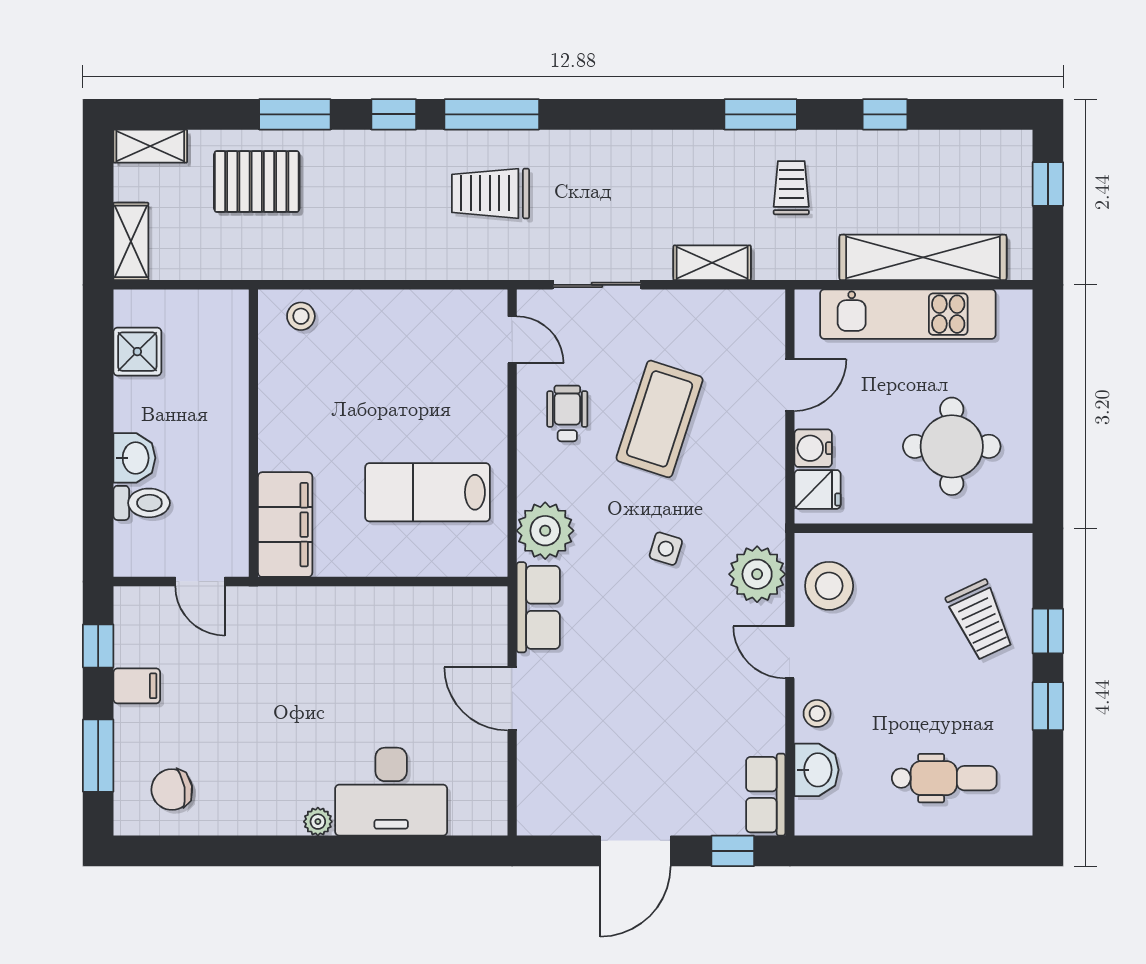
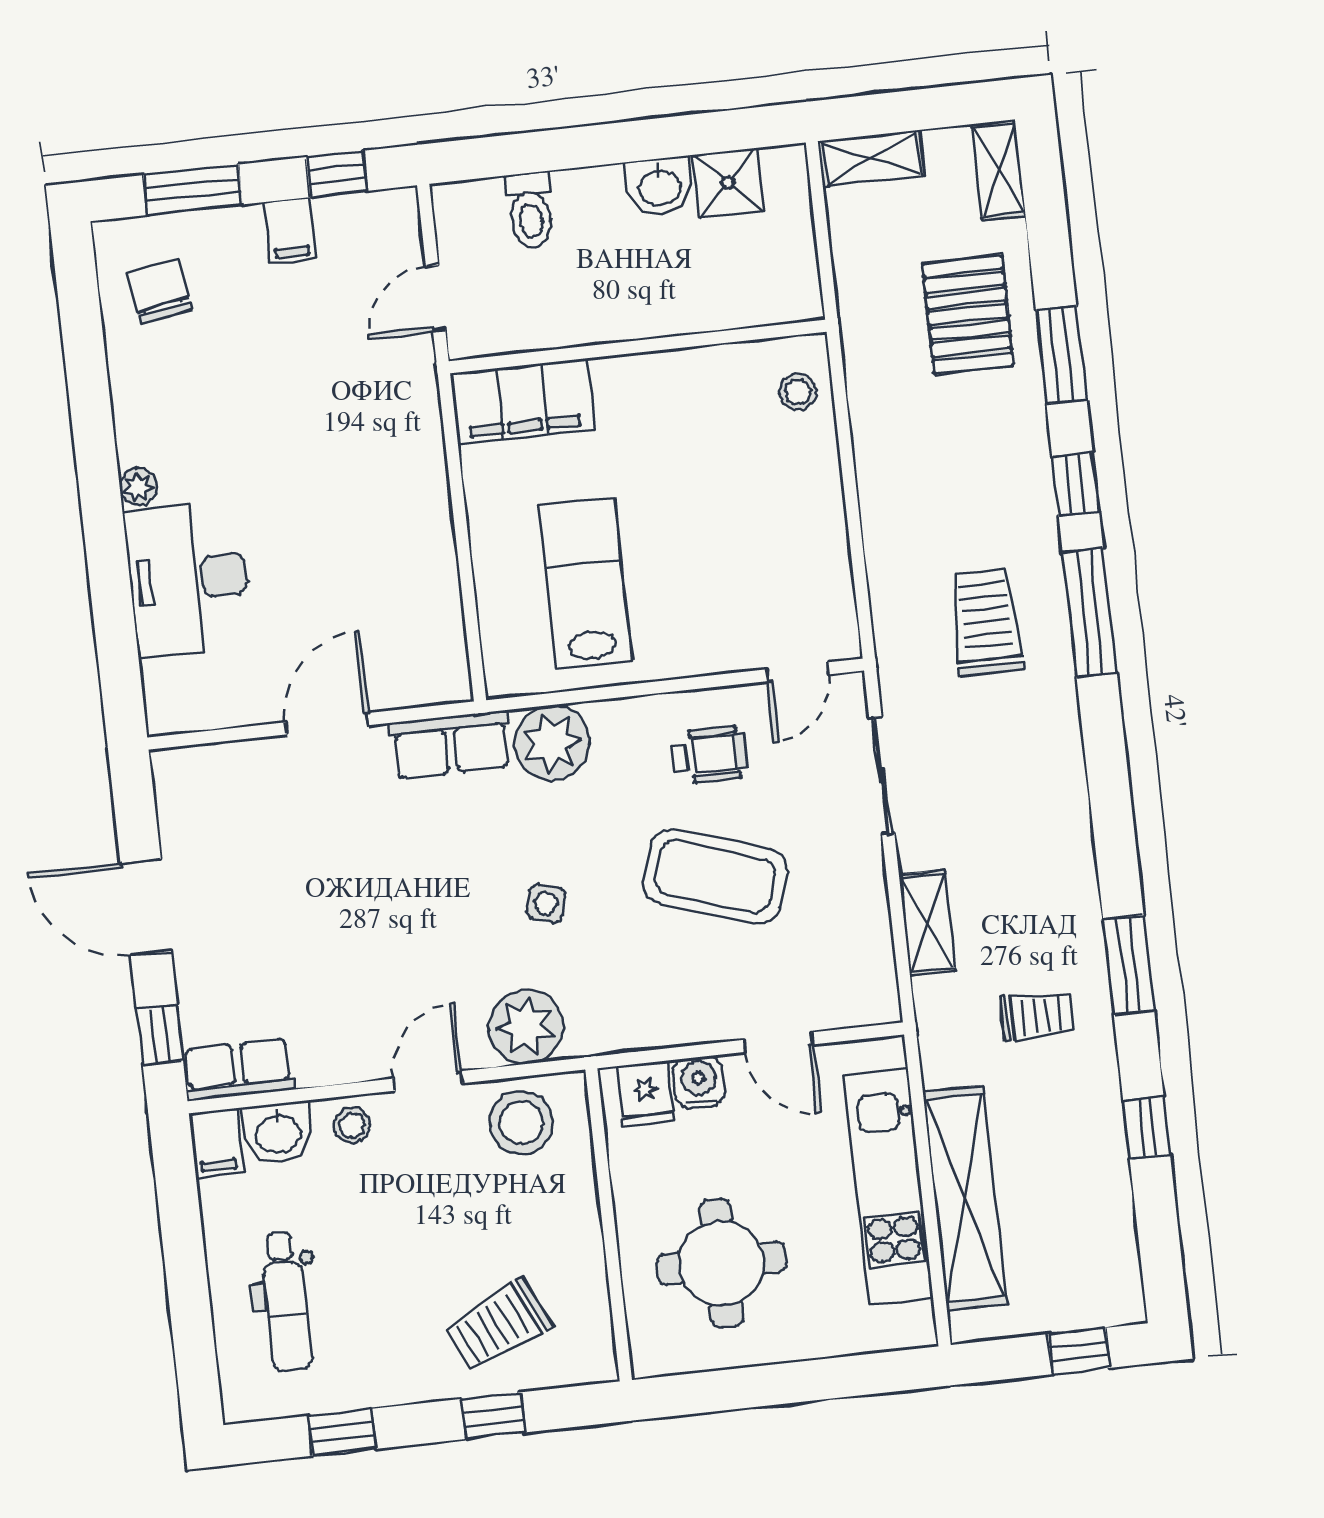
washbasin: (134, 458) -> (659, 186), moved
window: (1048, 706) -> (342, 1432), moved
filing cabinet: (819, 817) -> (216, 1143), added

